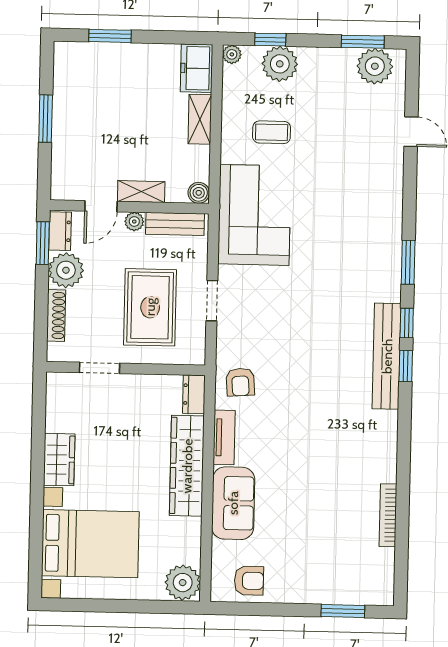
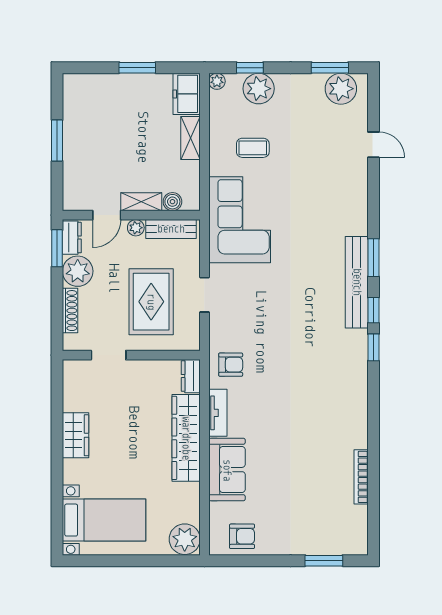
window: (110, 36) -> (137, 68), moved
boiler: (199, 193) -> (172, 202), moved
bench: (387, 356) -> (357, 282), moved
armchair: (240, 382) -> (231, 365), turned -86
bed with nightstands: (90, 544) -> (104, 520), width x0.73

